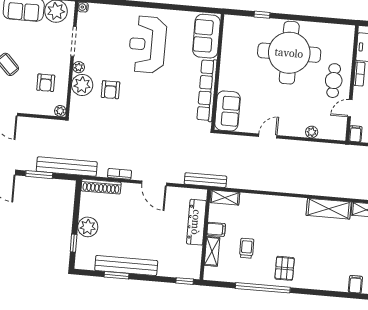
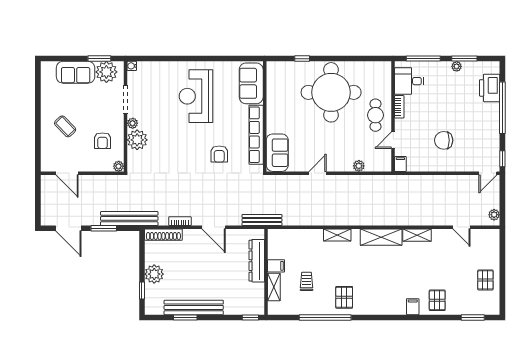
armchair: (110, 90) -> (219, 154), moved
shelving: (225, 198) -> (337, 235), moved

